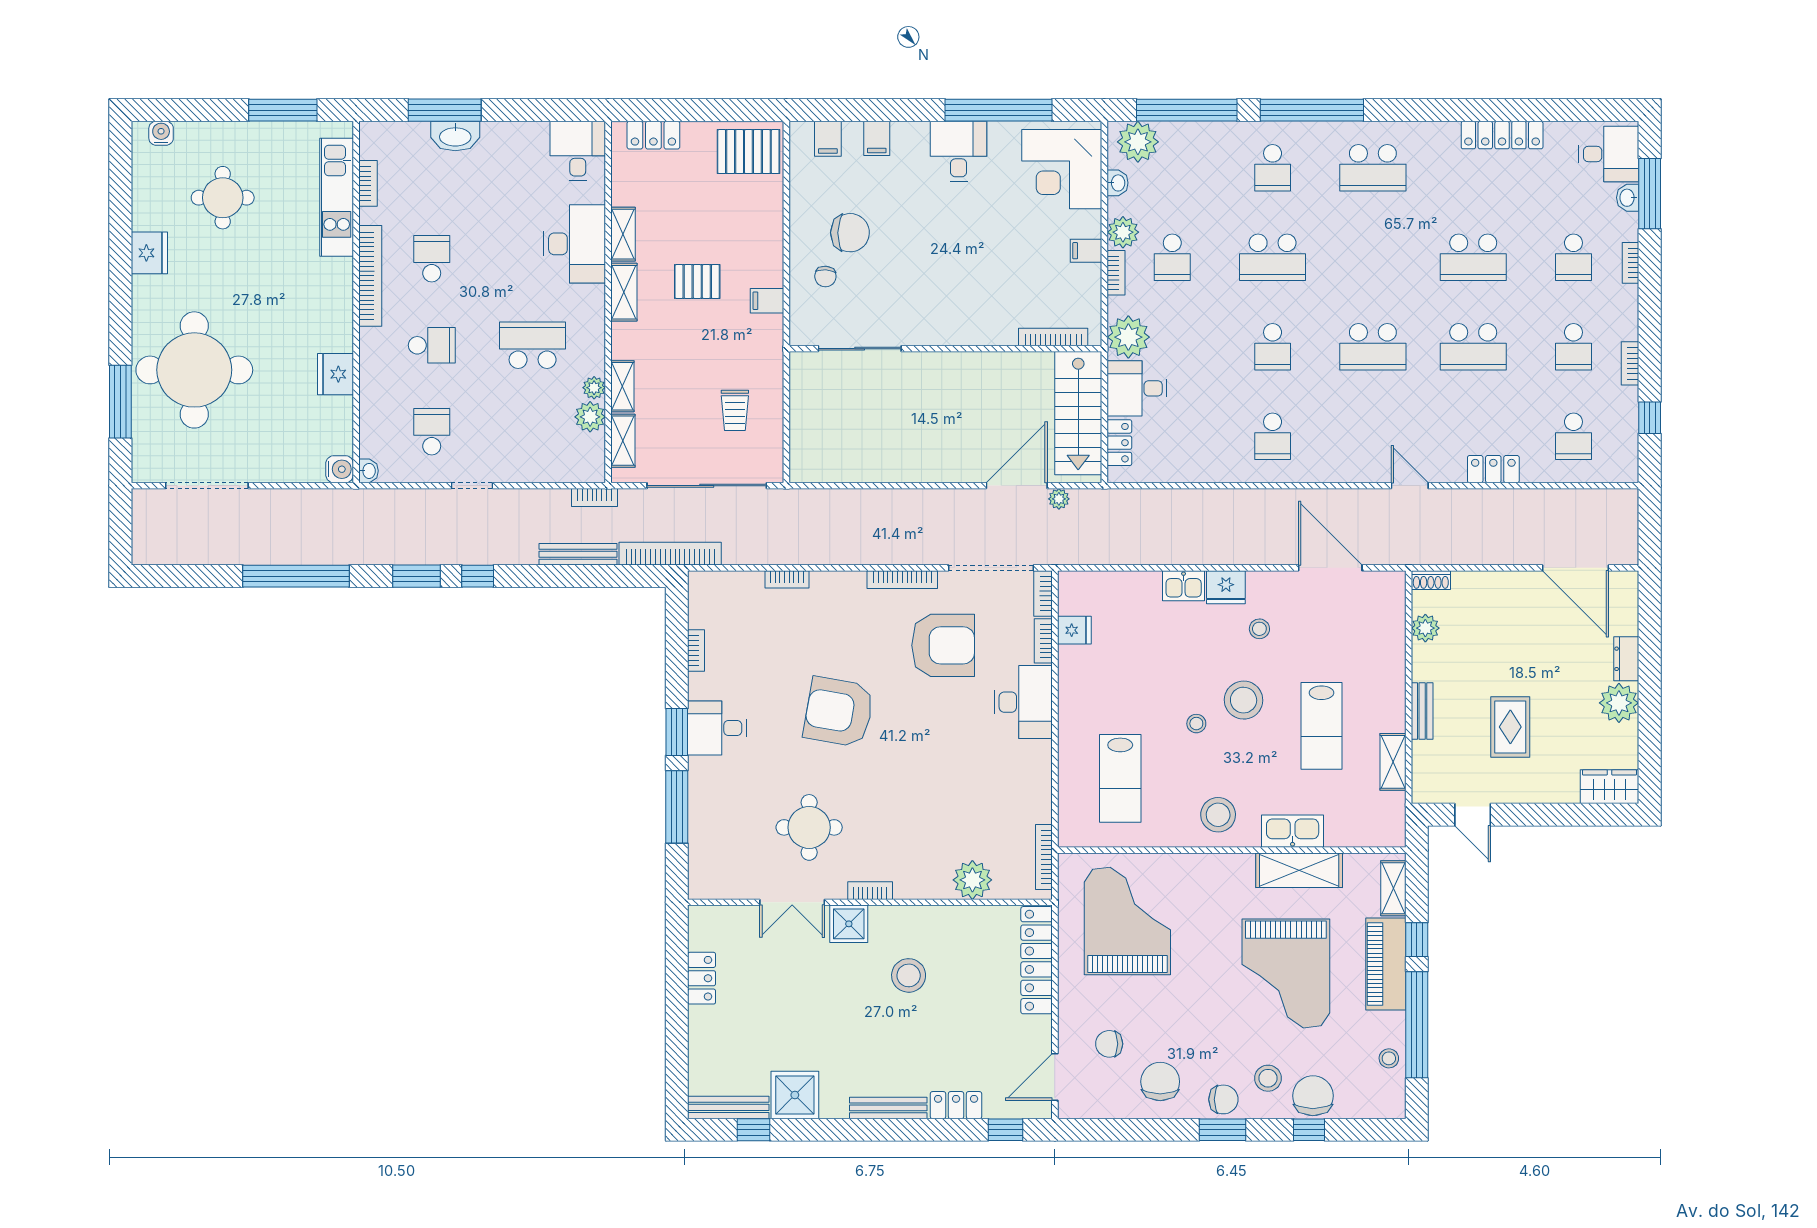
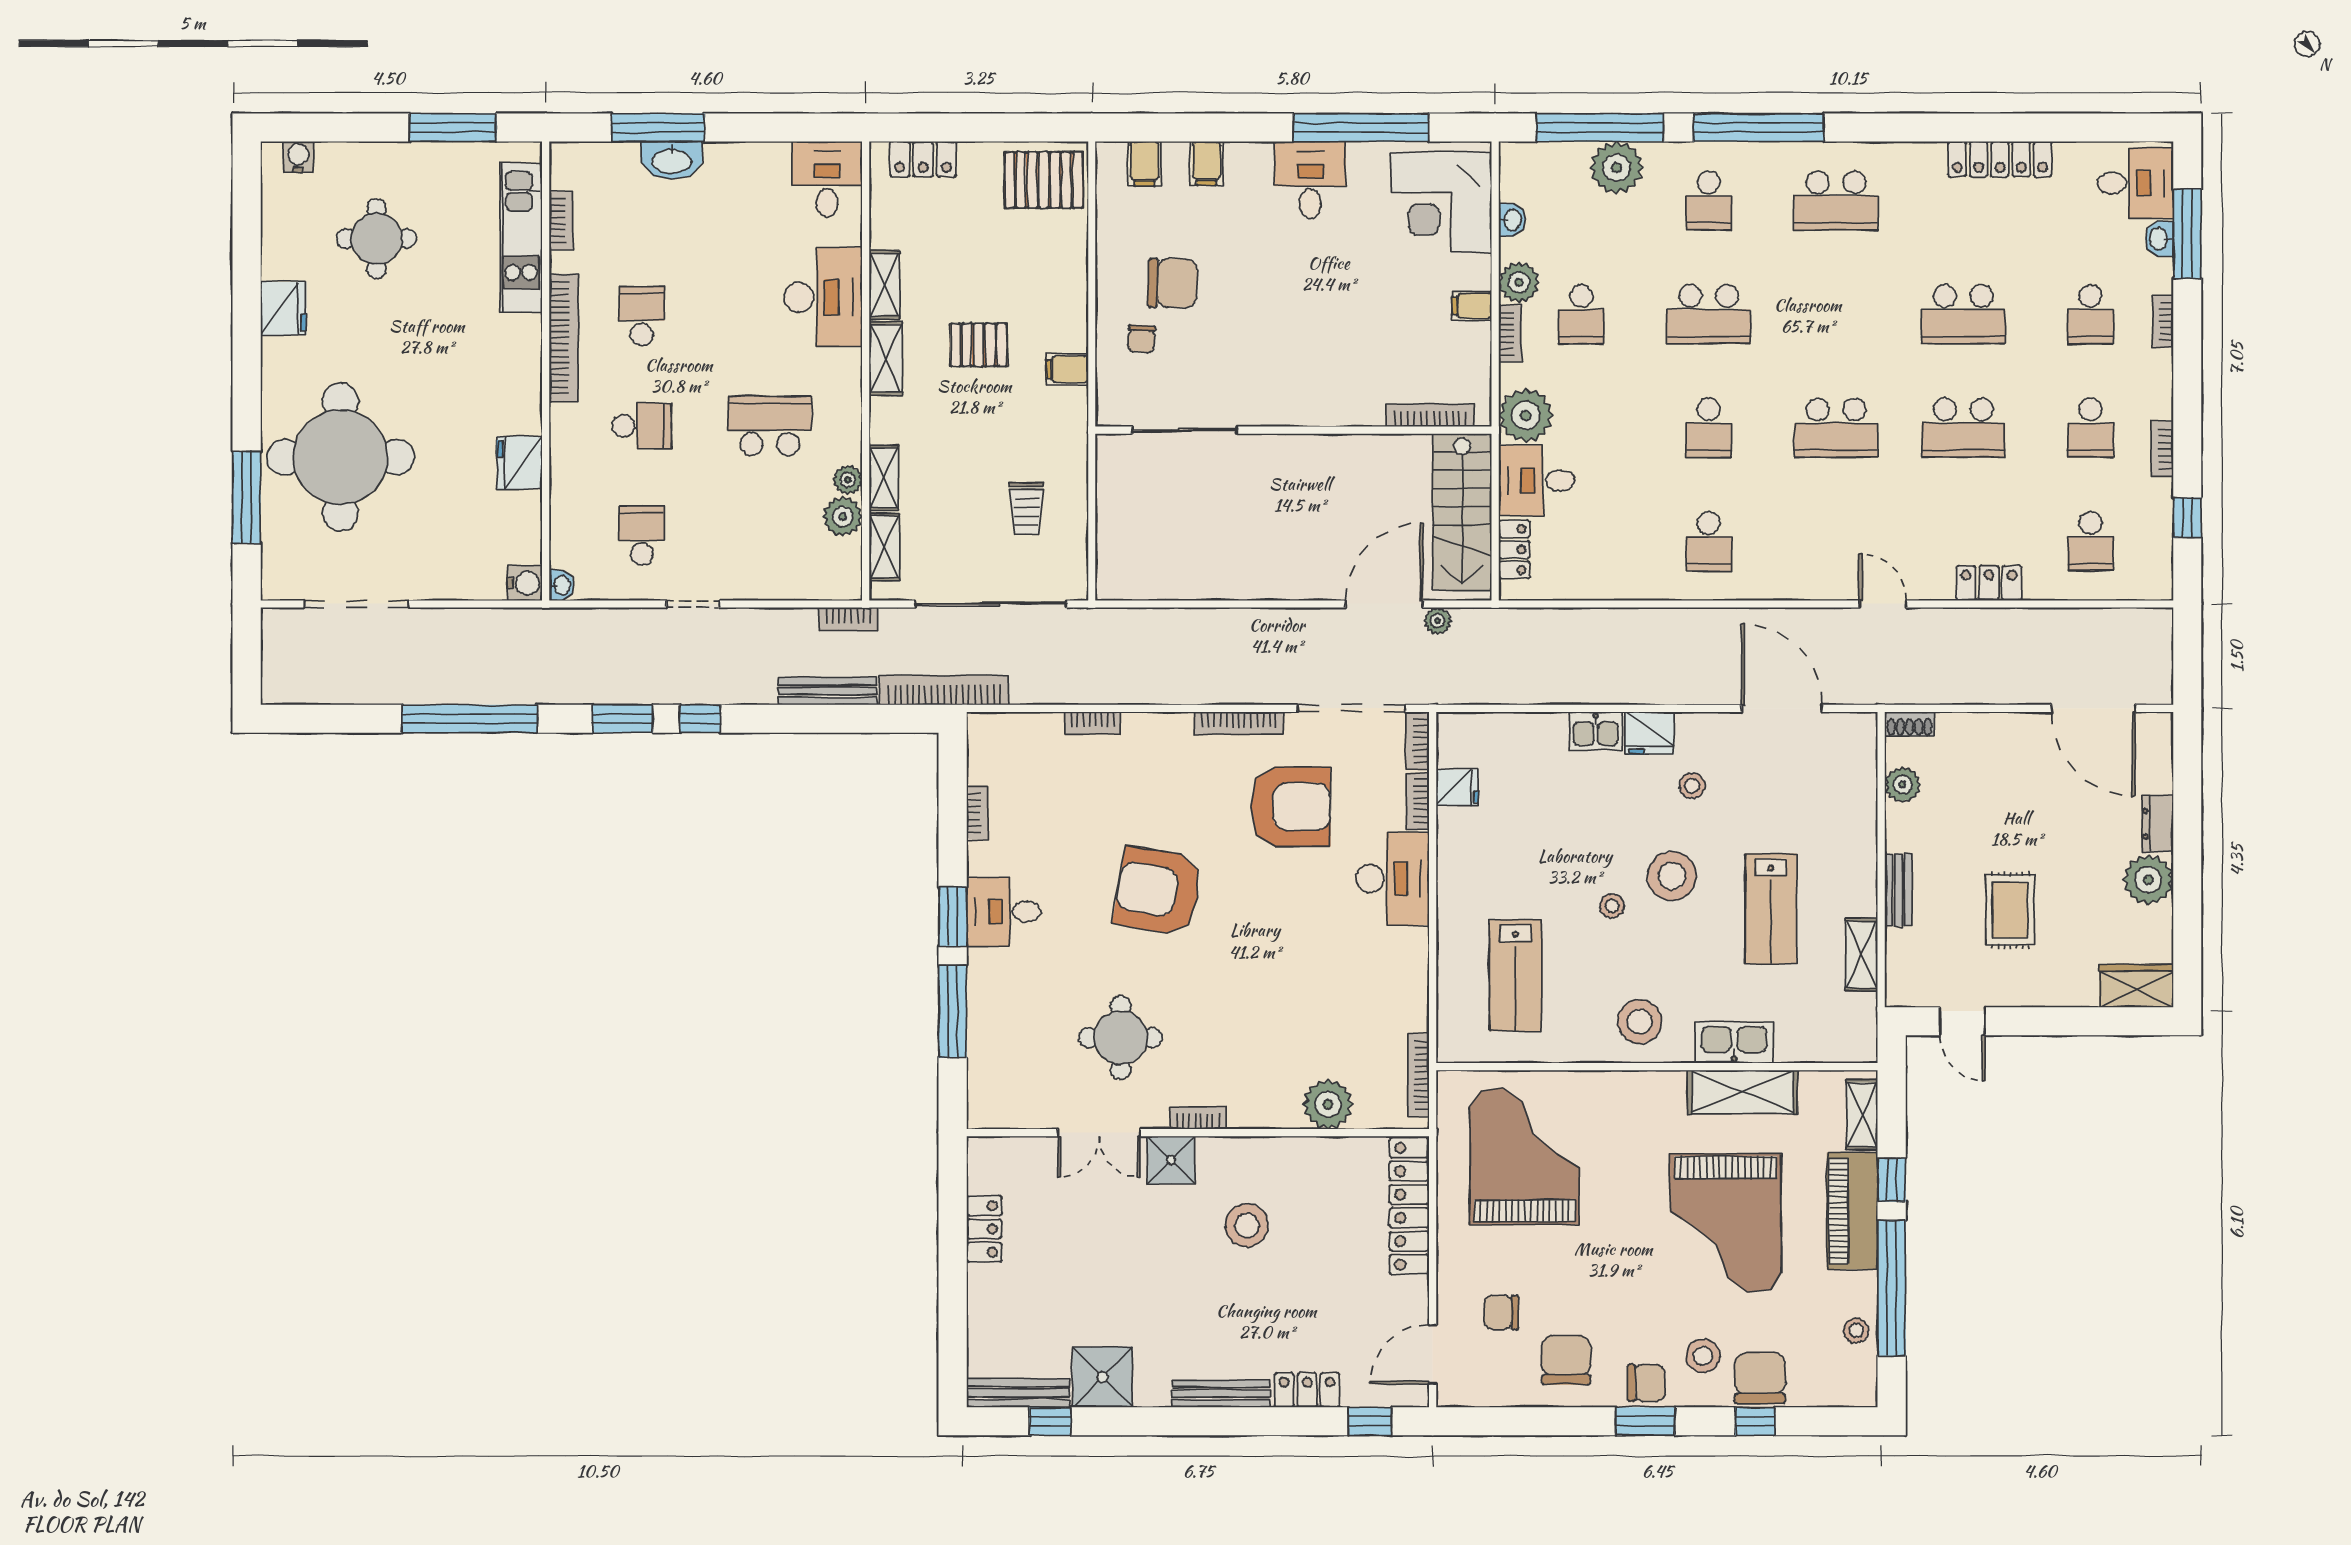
plant: (1138, 142) -> (1617, 168), moved

